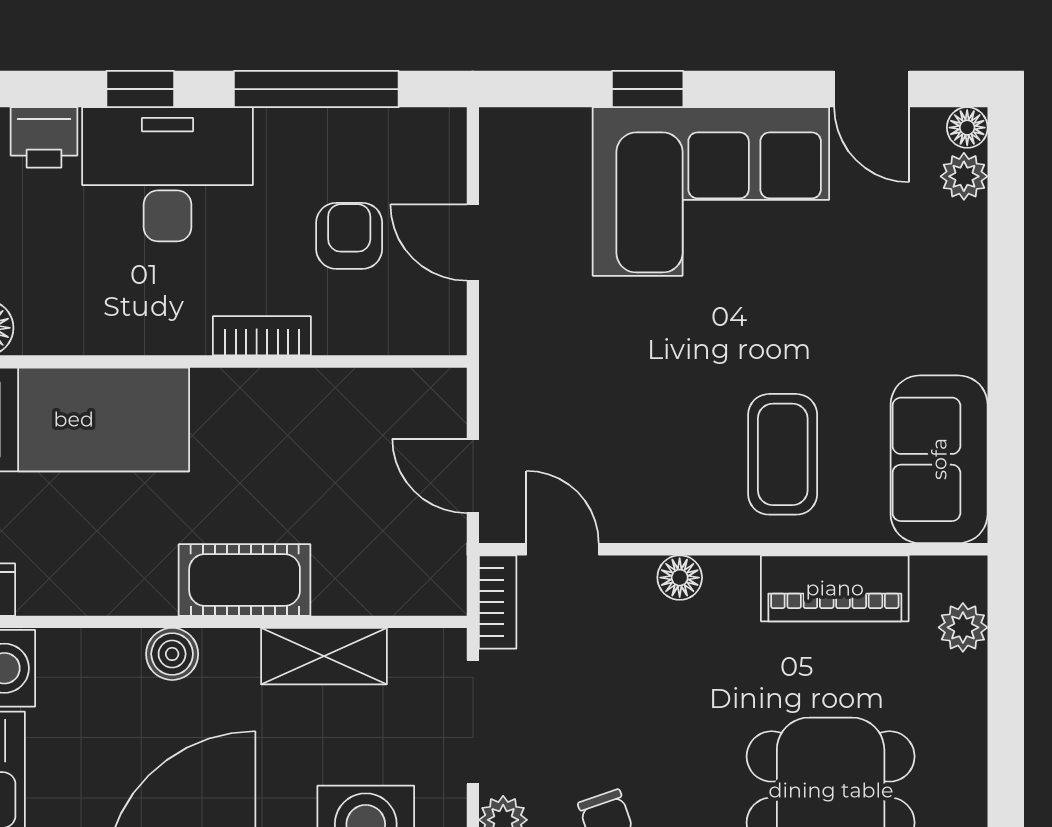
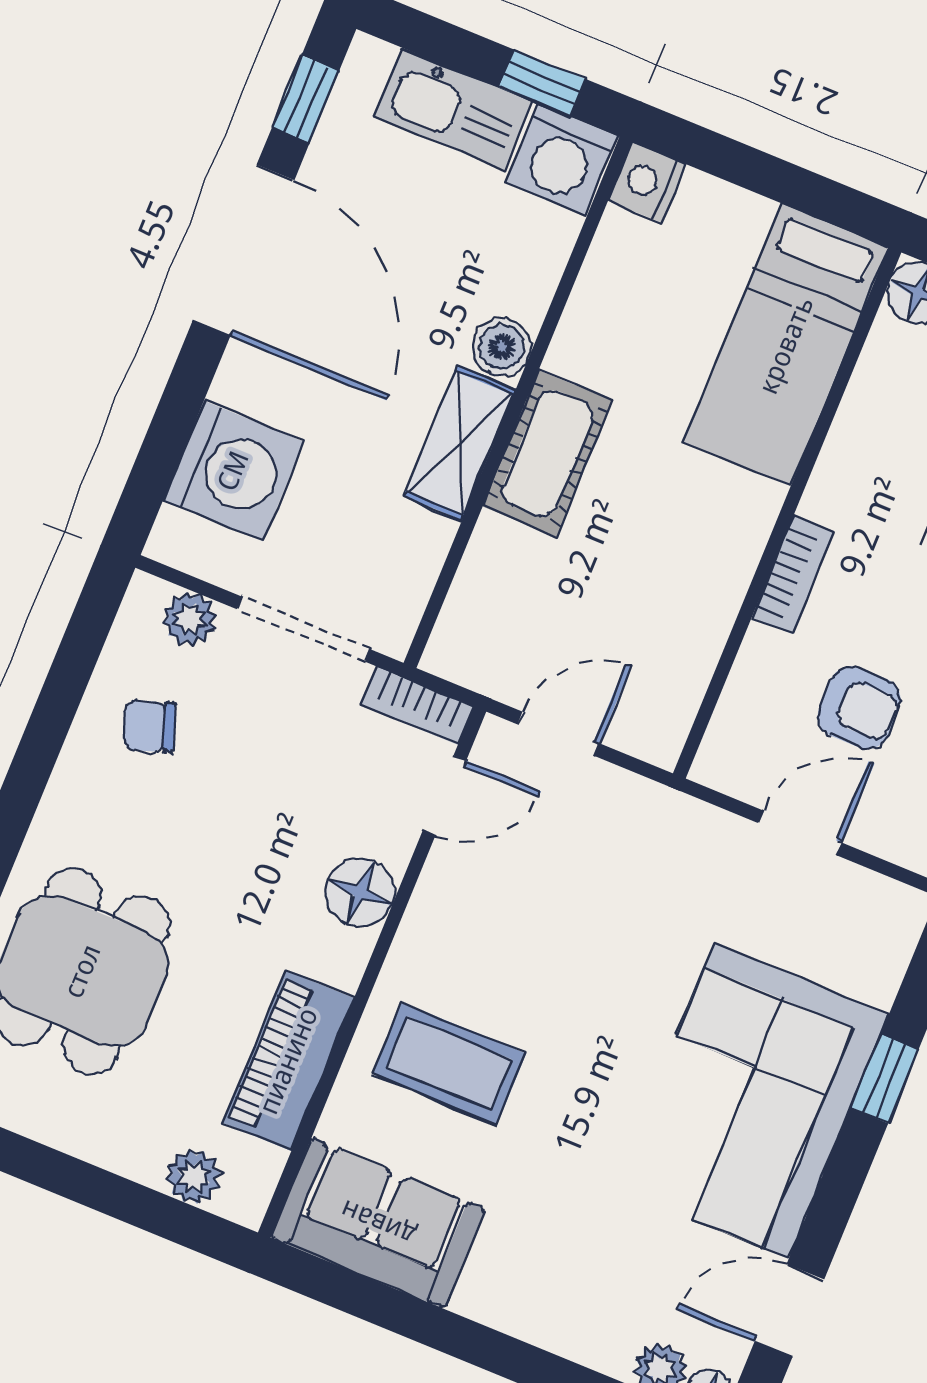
floor lamp: (680, 578) -> (360, 892), width x1.37, depth x1.37
shelving: (324, 656) -> (460, 443), moved

